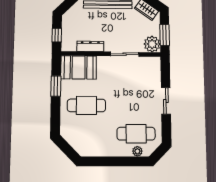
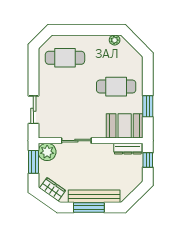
dresser: (90, 46) -> (128, 149), moved
sliding door: (166, 101) -> (33, 110), moved
plant: (137, 151) -> (115, 40), moved

